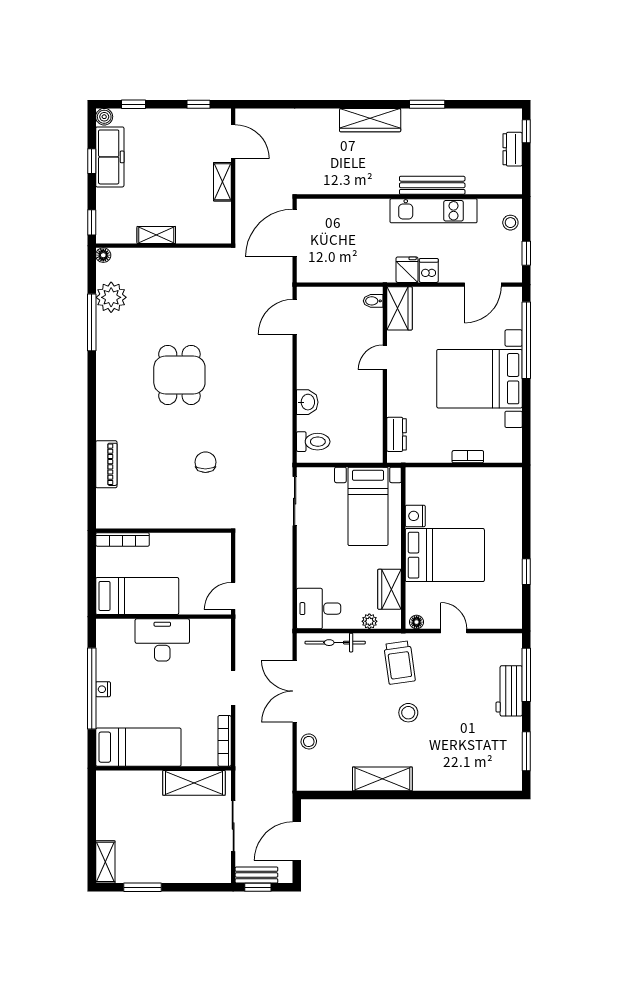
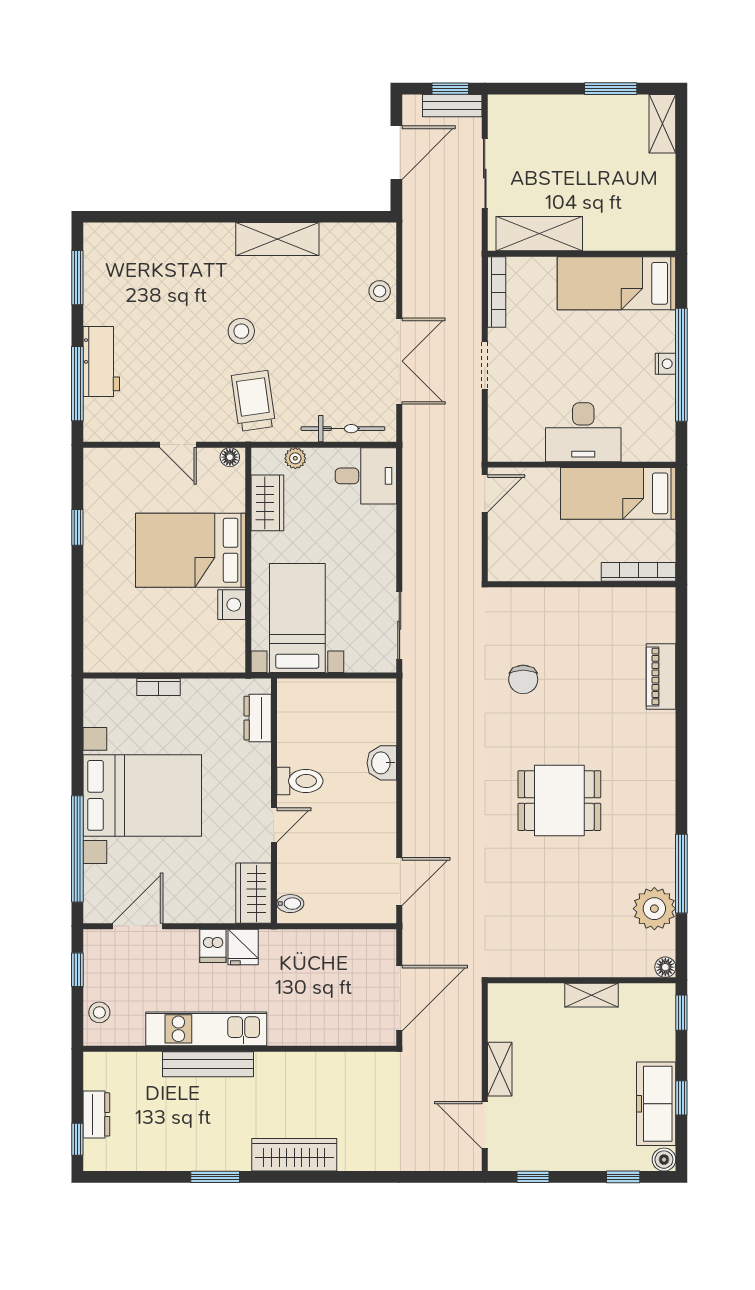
dining table: (179, 375) -> (559, 801), turned 90
toilet: (313, 442) -> (300, 781), moved, turned 180

